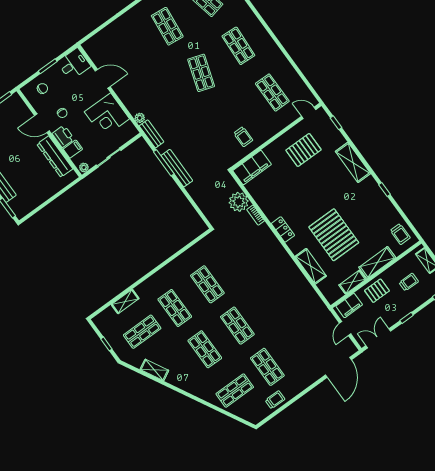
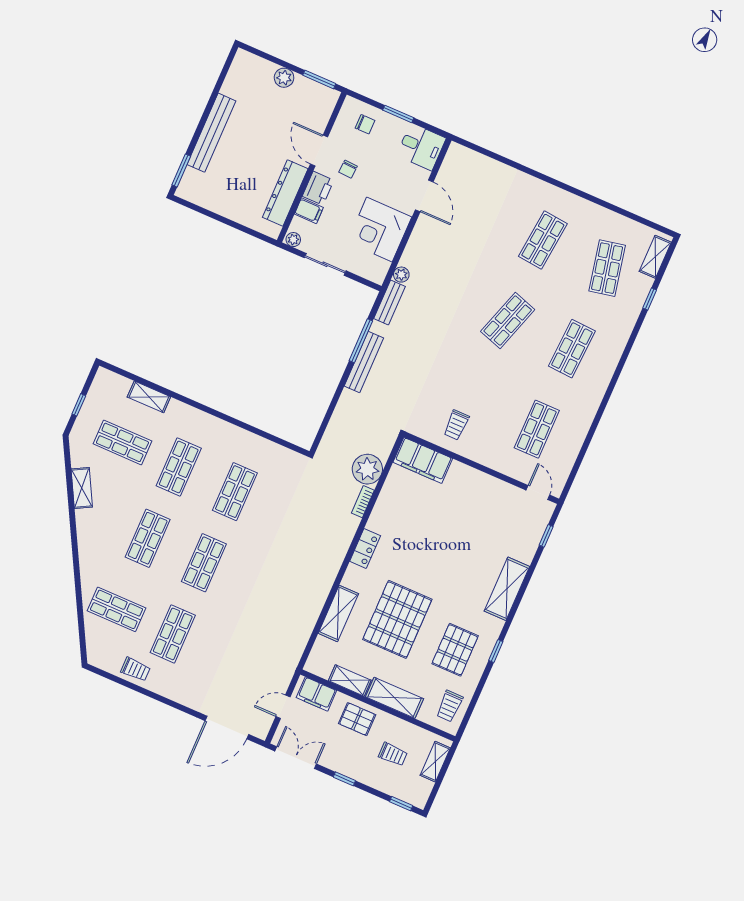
pallet: (304, 150) -> (455, 650), moved, turned 90

